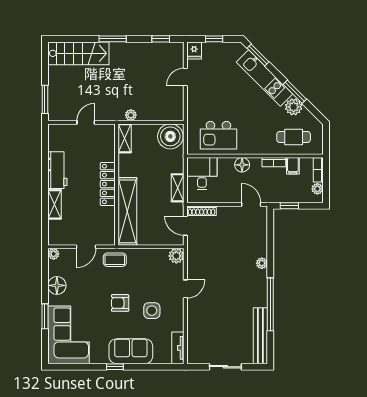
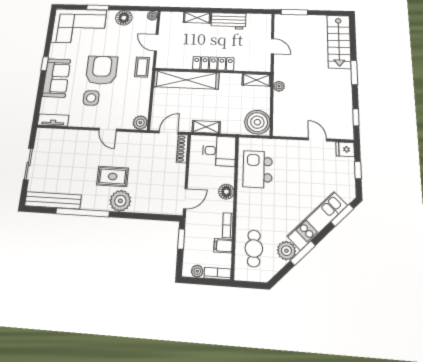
plant: (262, 263) -> (120, 201), width x1.88, depth x1.88
rug: (233, 278) -> (113, 176), added
armchair: (120, 303) -> (102, 70), width x1.88, depth x1.88

